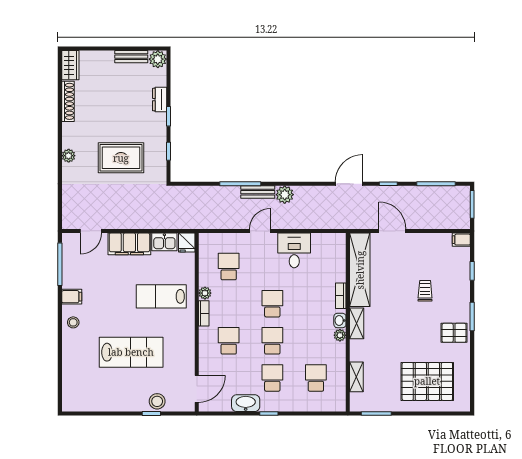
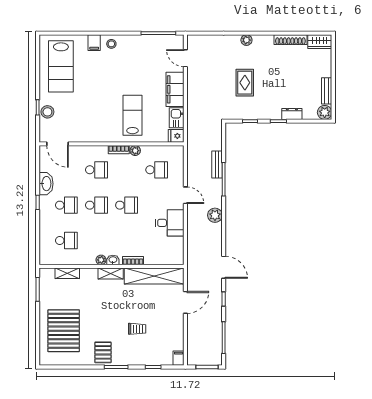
rug: (121, 158) -> (245, 83), width x0.73, depth x0.70
bench: (258, 192) -> (217, 165), moved
filing cabinet: (72, 297) -> (94, 43), moved
lab bench: (131, 352) -> (61, 66), moved

